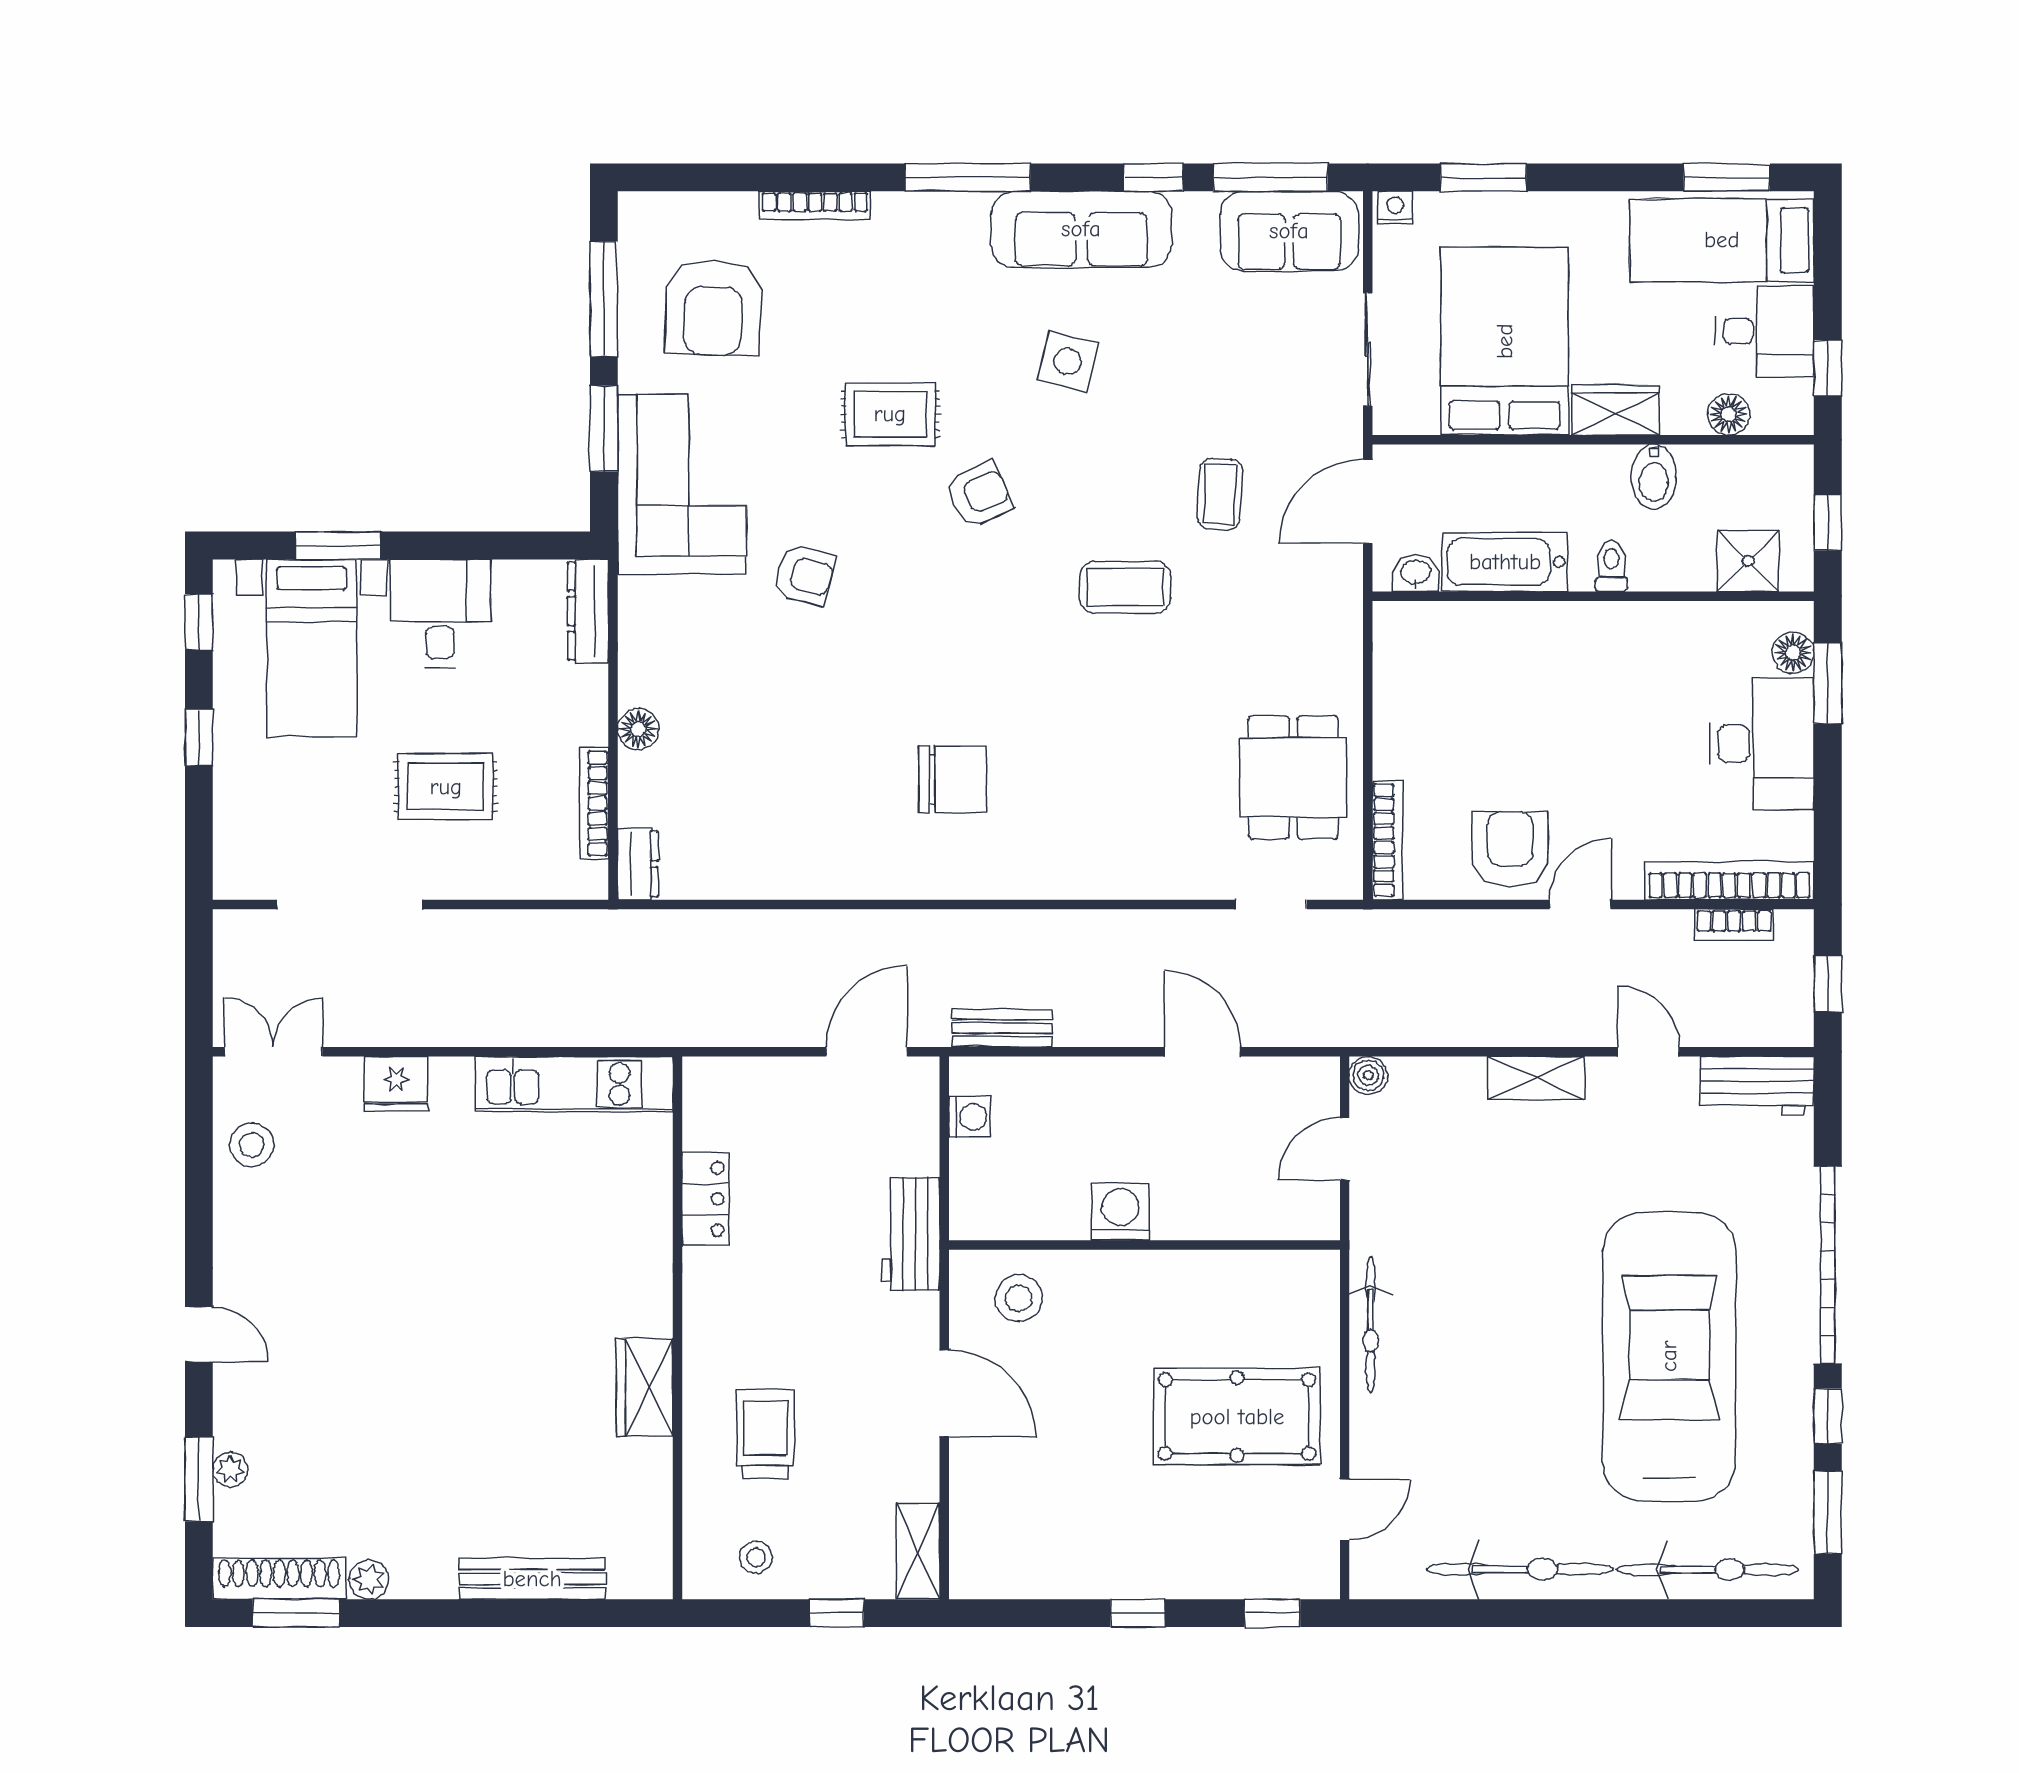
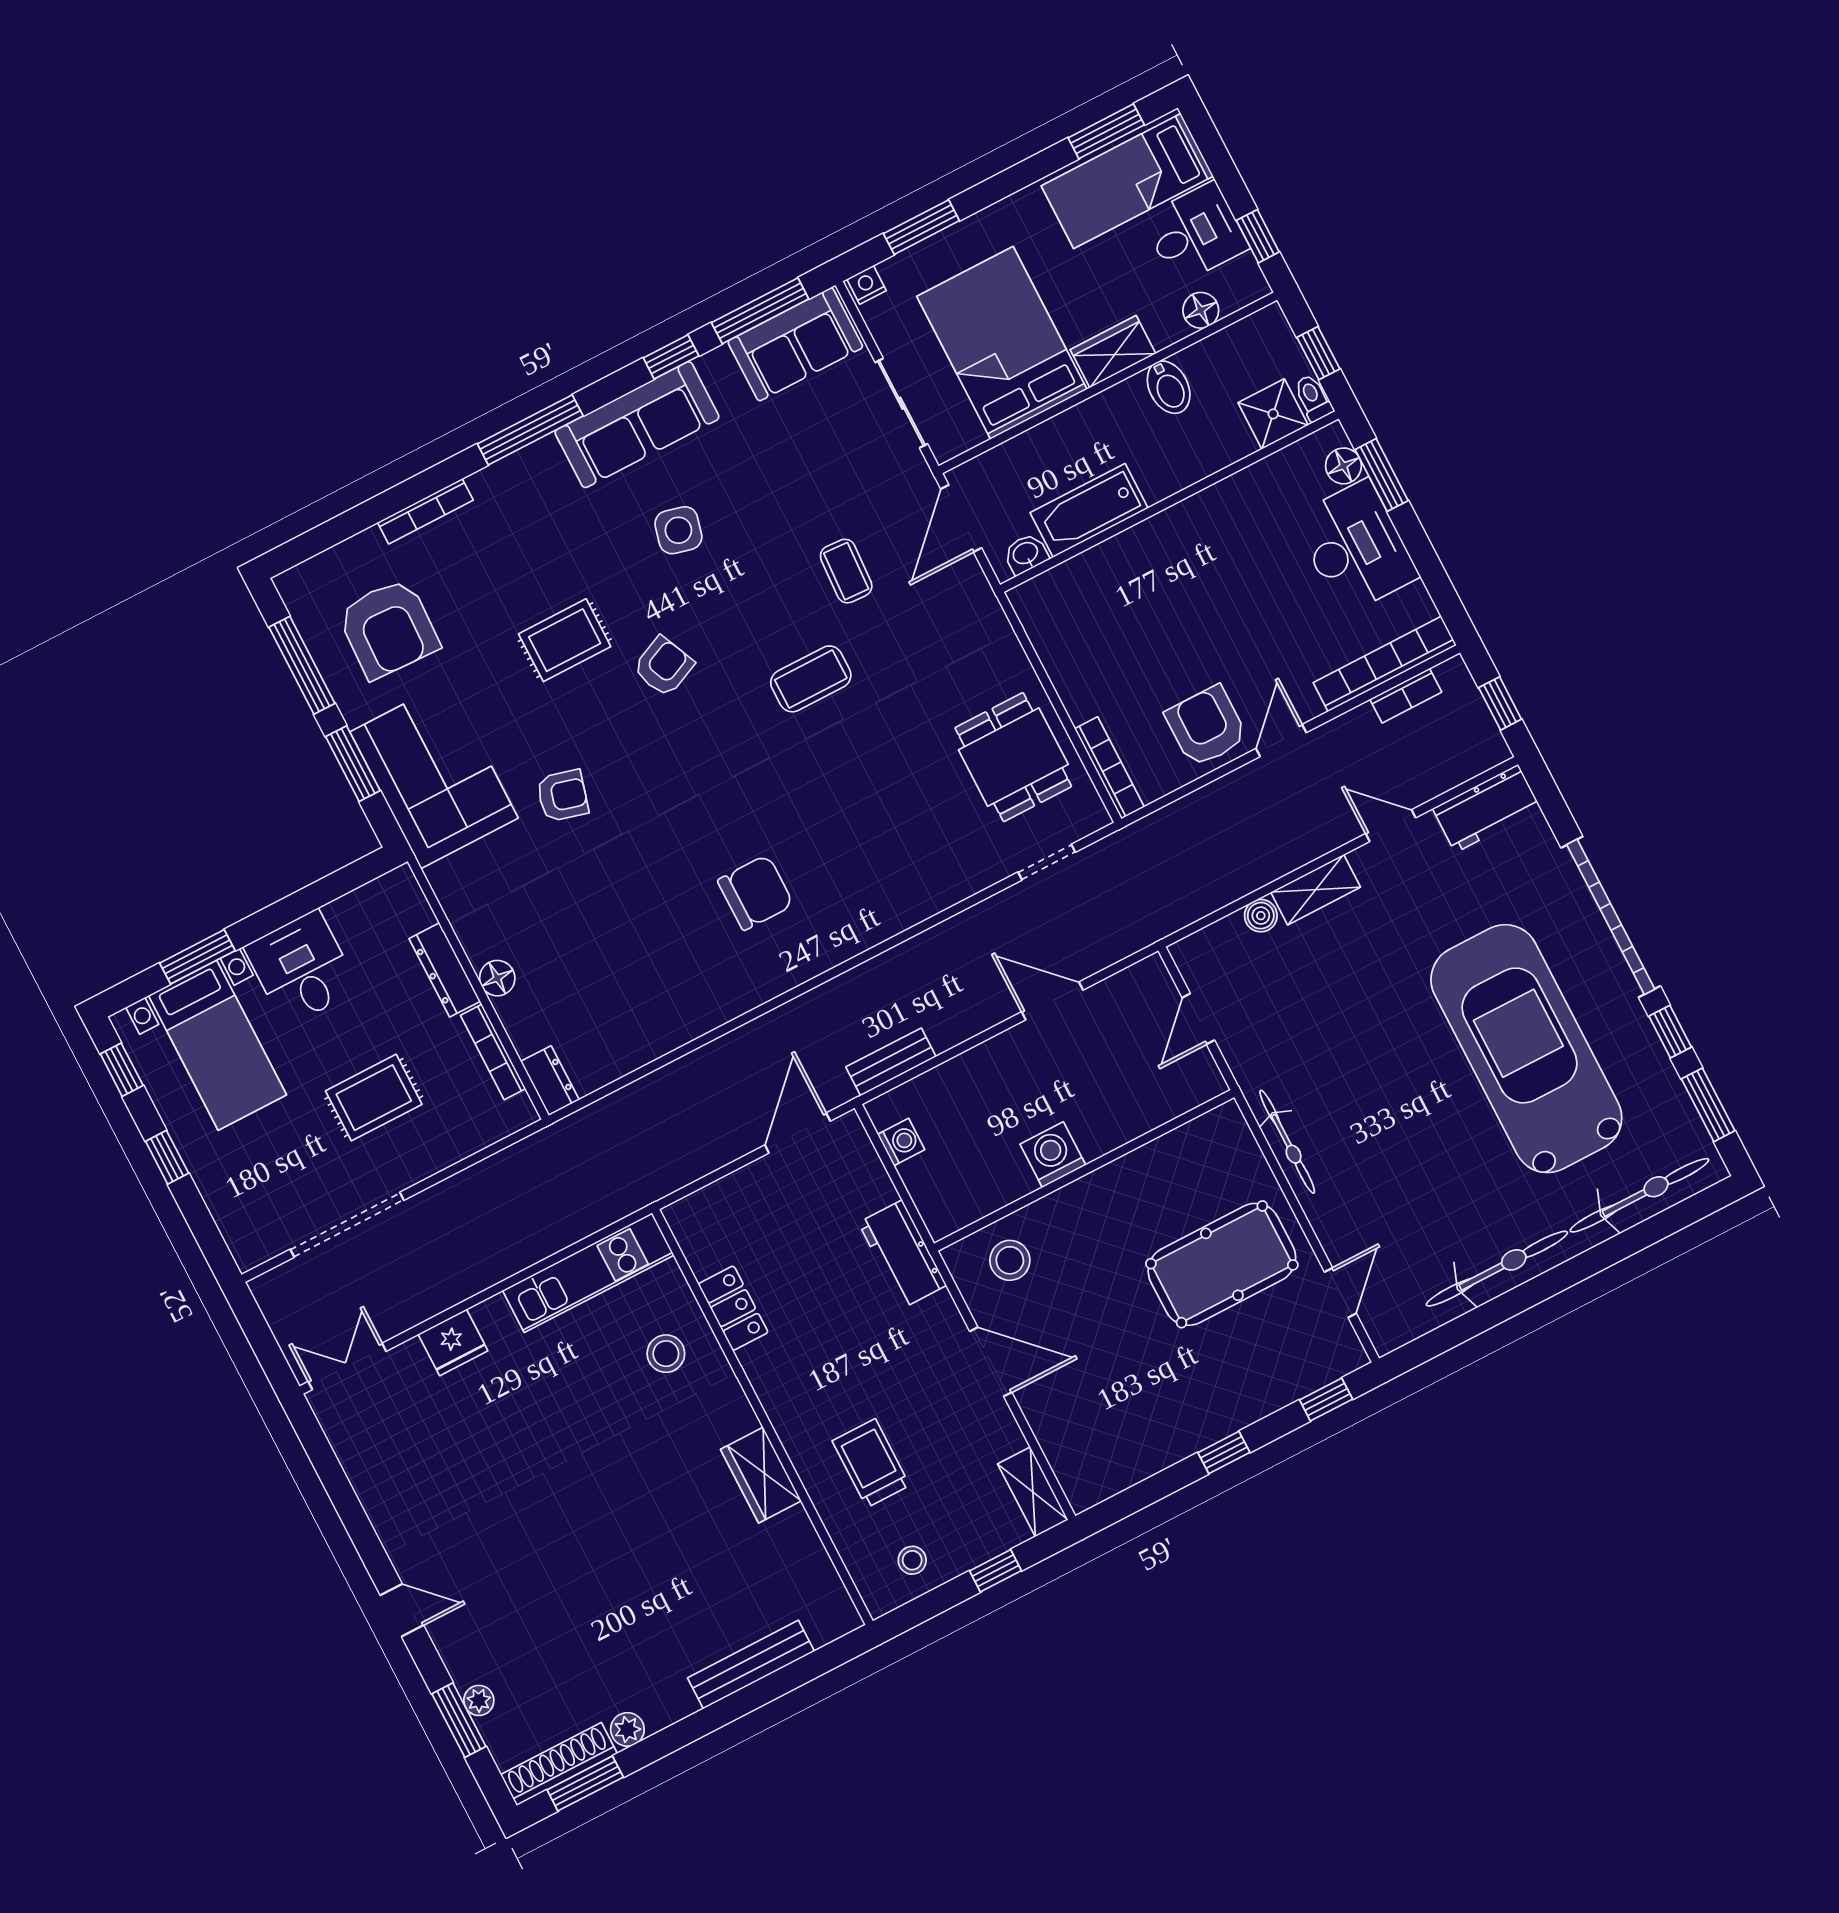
toilet: (1611, 566) -> (1313, 398), moved
dresser: (588, 611) -> (445, 970), moved
boiler: (1368, 1075) -> (1261, 916), moved
stool: (252, 1145) -> (666, 1354), moved

